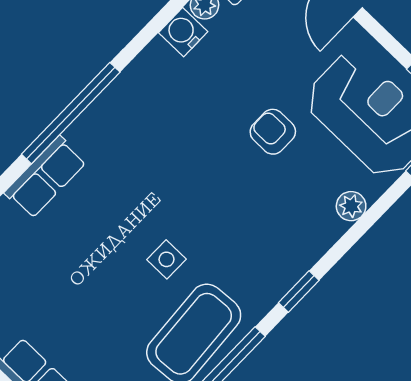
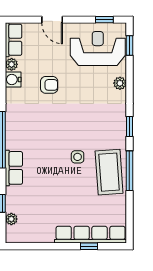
armchair: (273, 132) -> (49, 85), moved, turned 180

